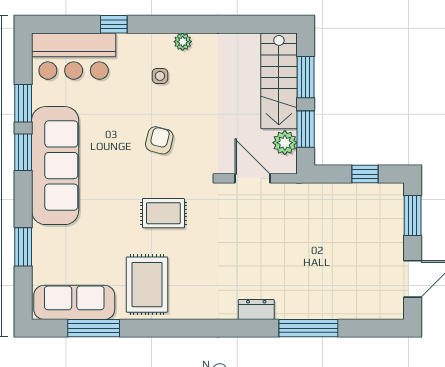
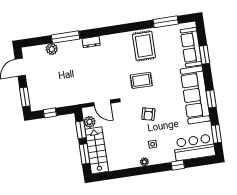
window: (23, 103) -> (216, 134), moved
sofa: (74, 302) -> (191, 47), moved, turned 90
plant: (341, 307) -> (52, 49), added

